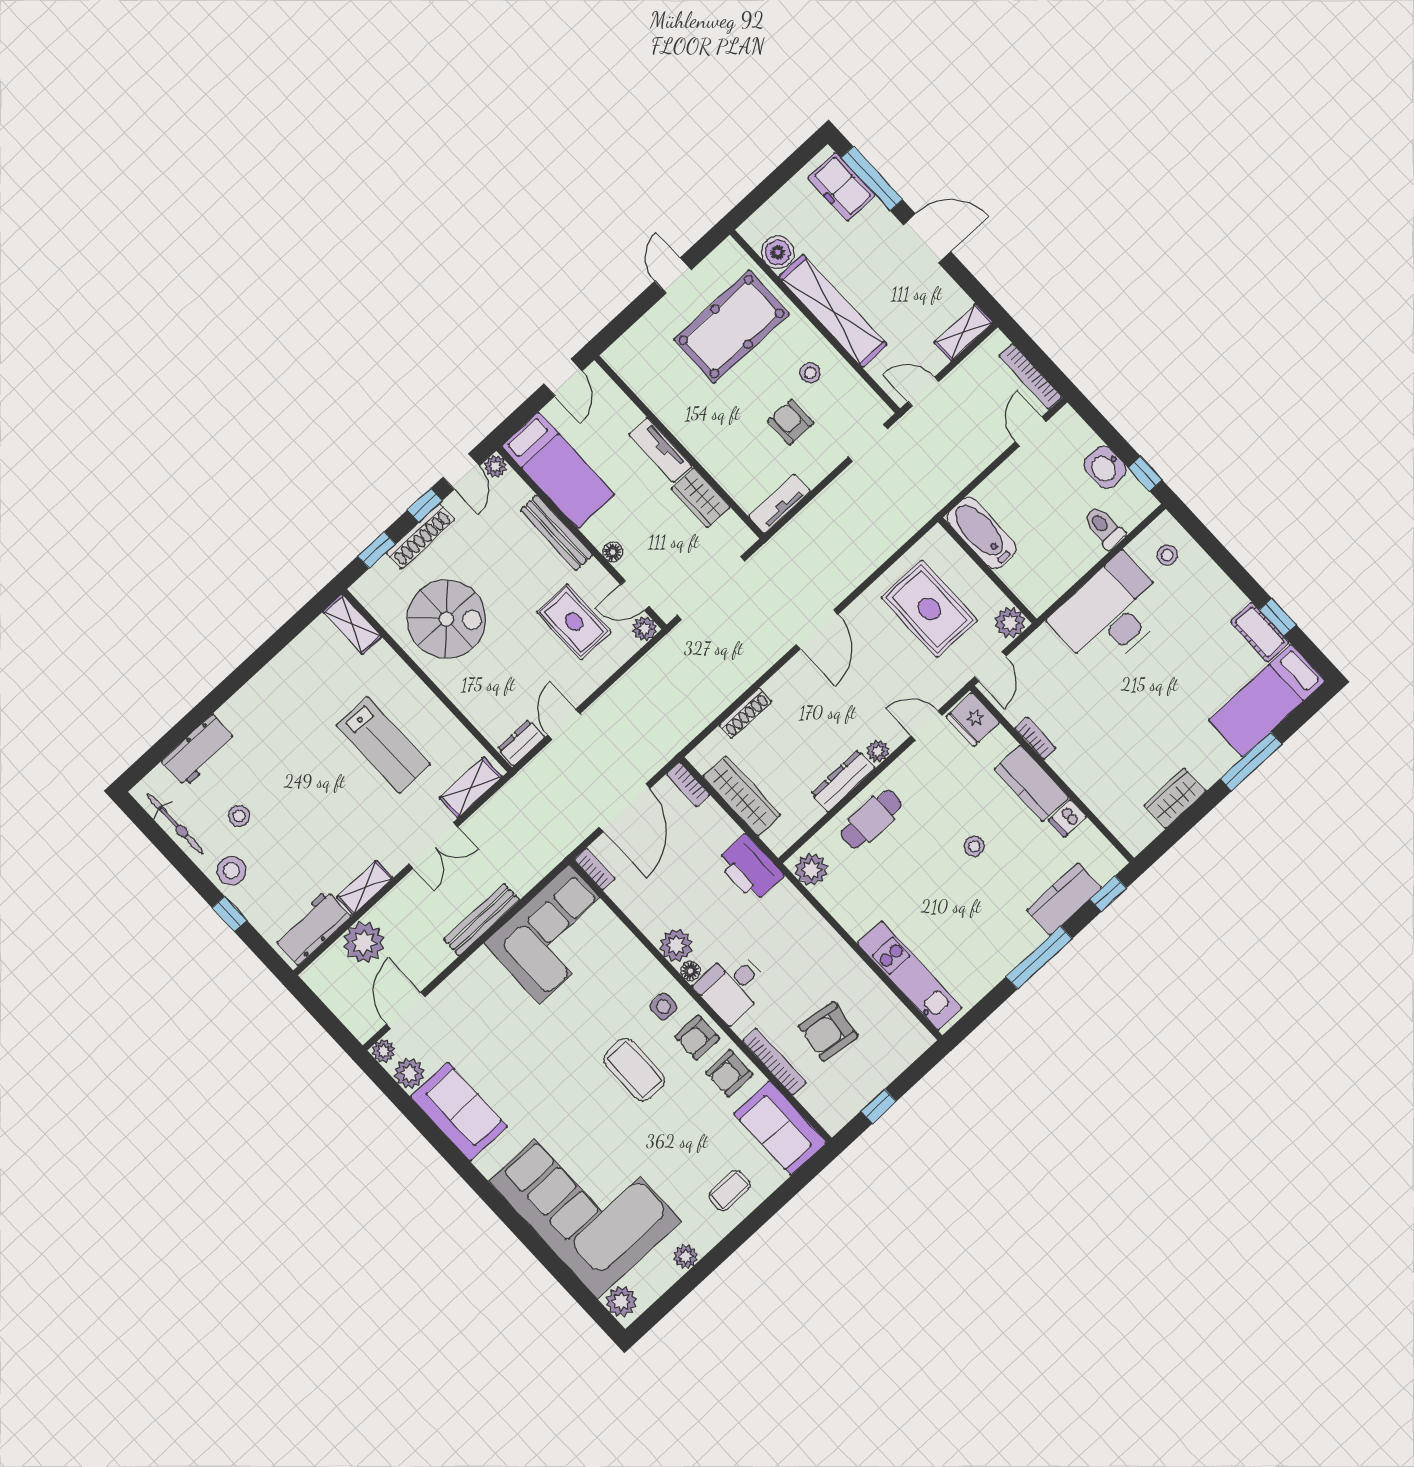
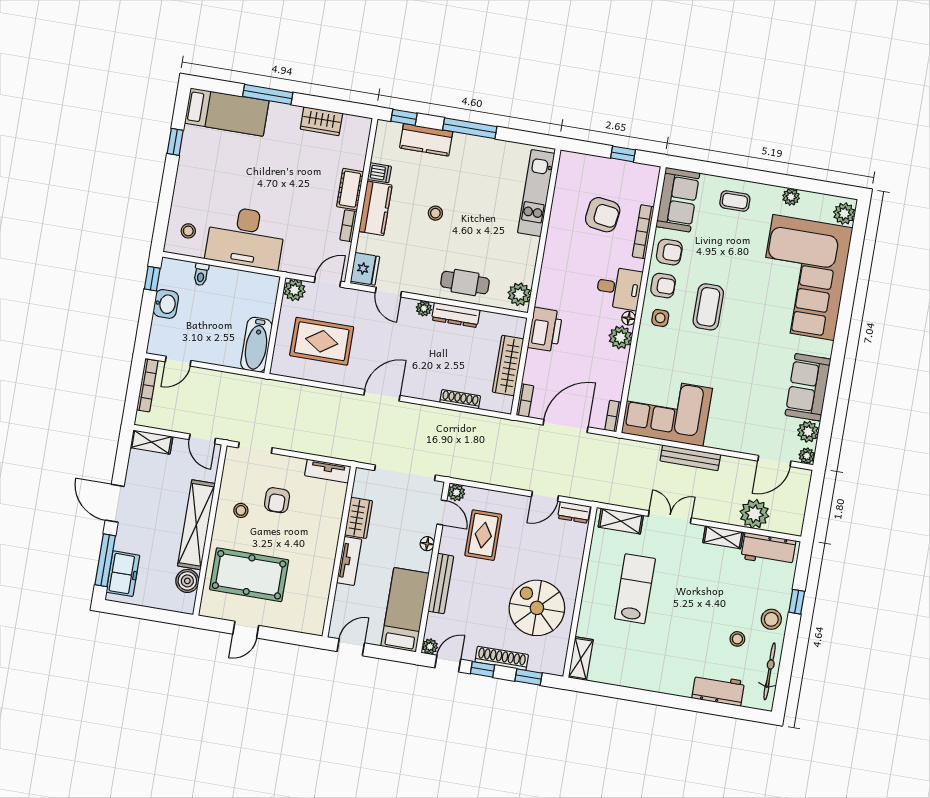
toilet: (1104, 528) -> (201, 274), width x0.73, depth x0.72
rug: (929, 609) -> (322, 341), turned 90
cot: (1260, 632) -> (350, 189), moved

